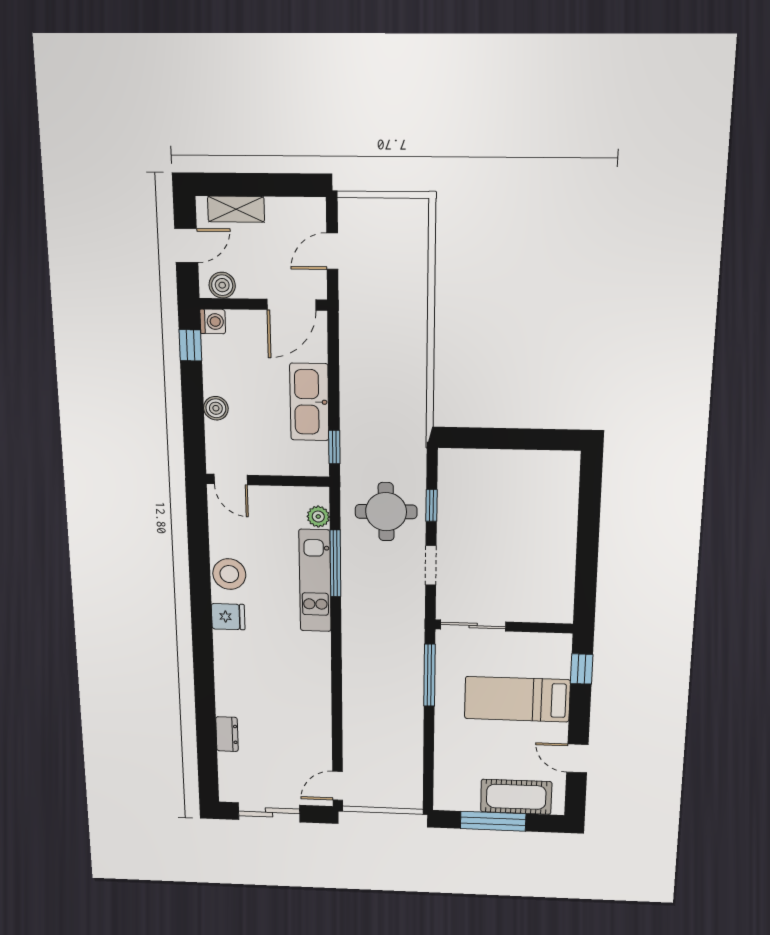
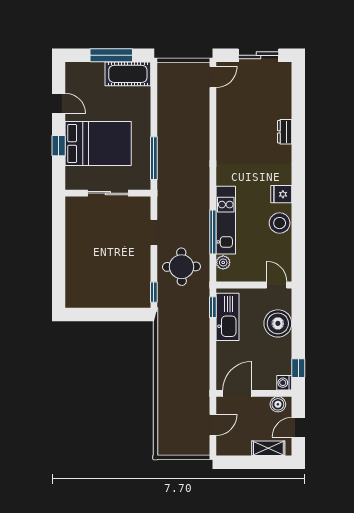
kitchen sink: (309, 402) -> (228, 317), moved
boiler: (216, 408) -> (278, 323), width x1.86, depth x1.86
window: (432, 505) -> (154, 292), moved
sliding door: (473, 626) -> (108, 193), moved
window: (582, 669) -> (59, 146), moved
bed: (517, 699) -> (98, 144), width x1.50
dresser: (227, 734) -> (285, 132), moved
cot: (516, 797) -> (128, 74), moved

